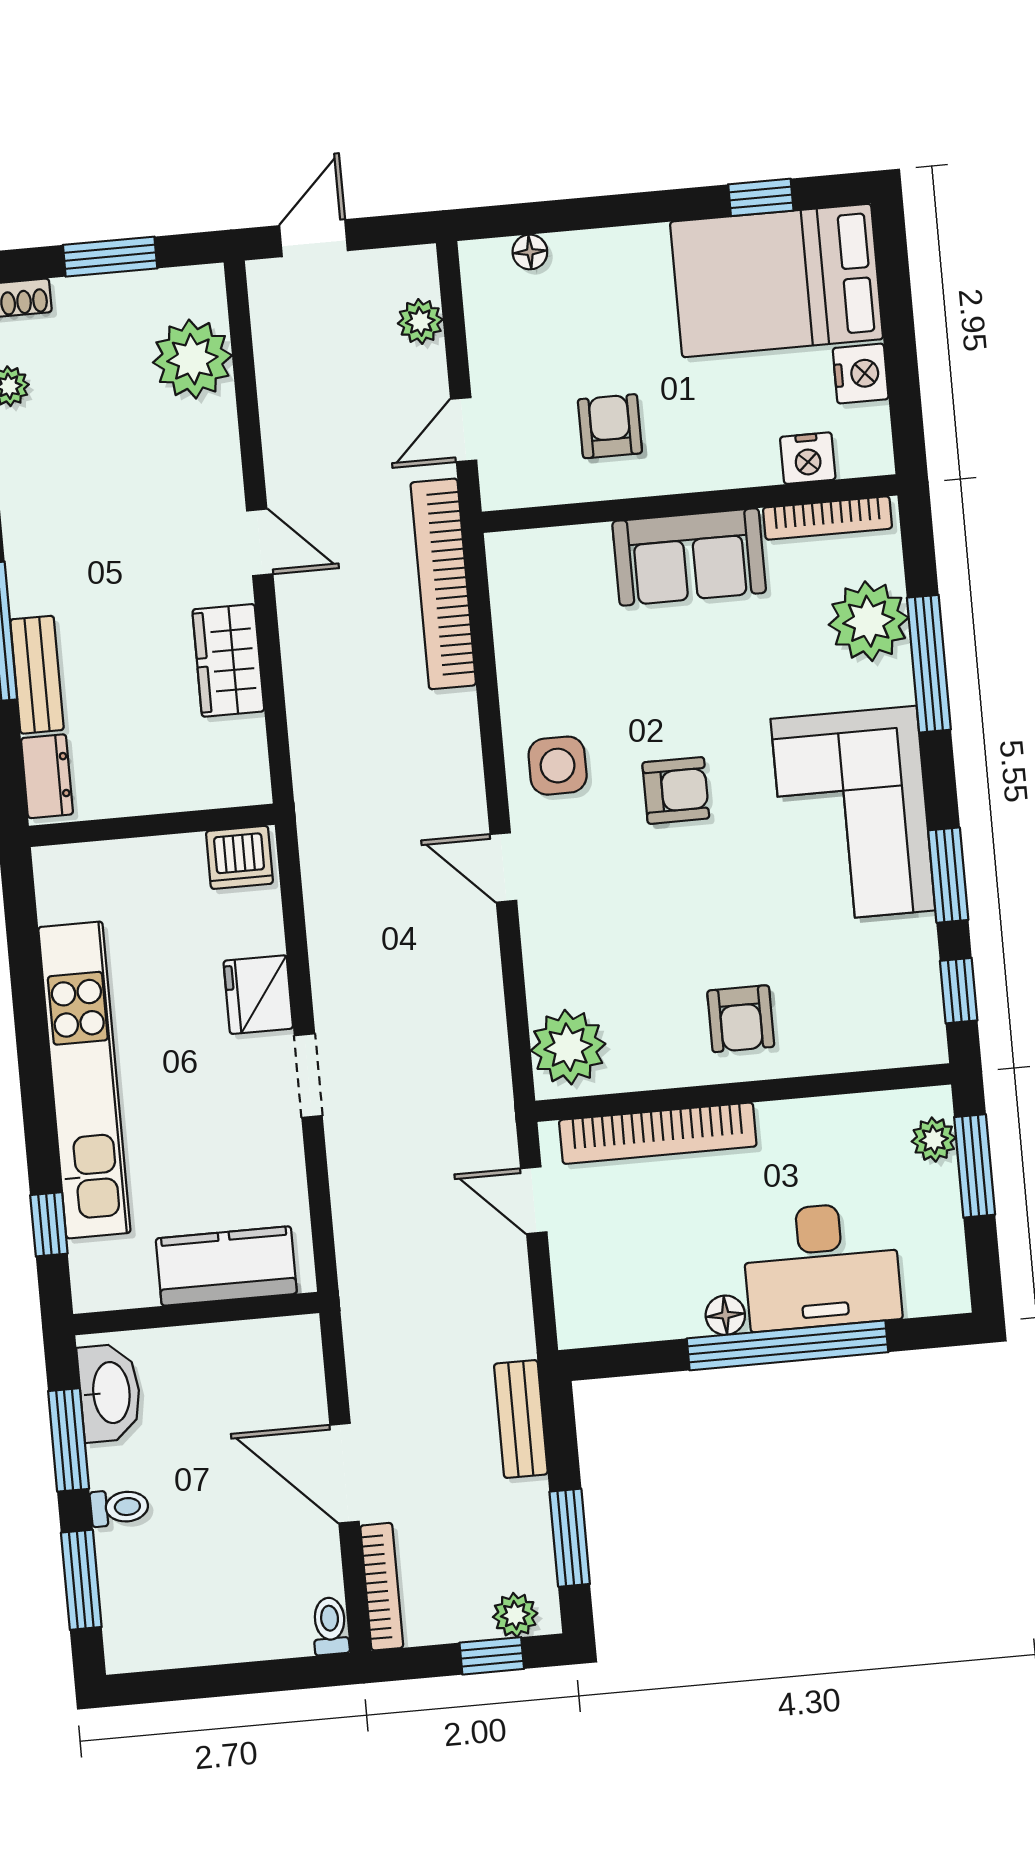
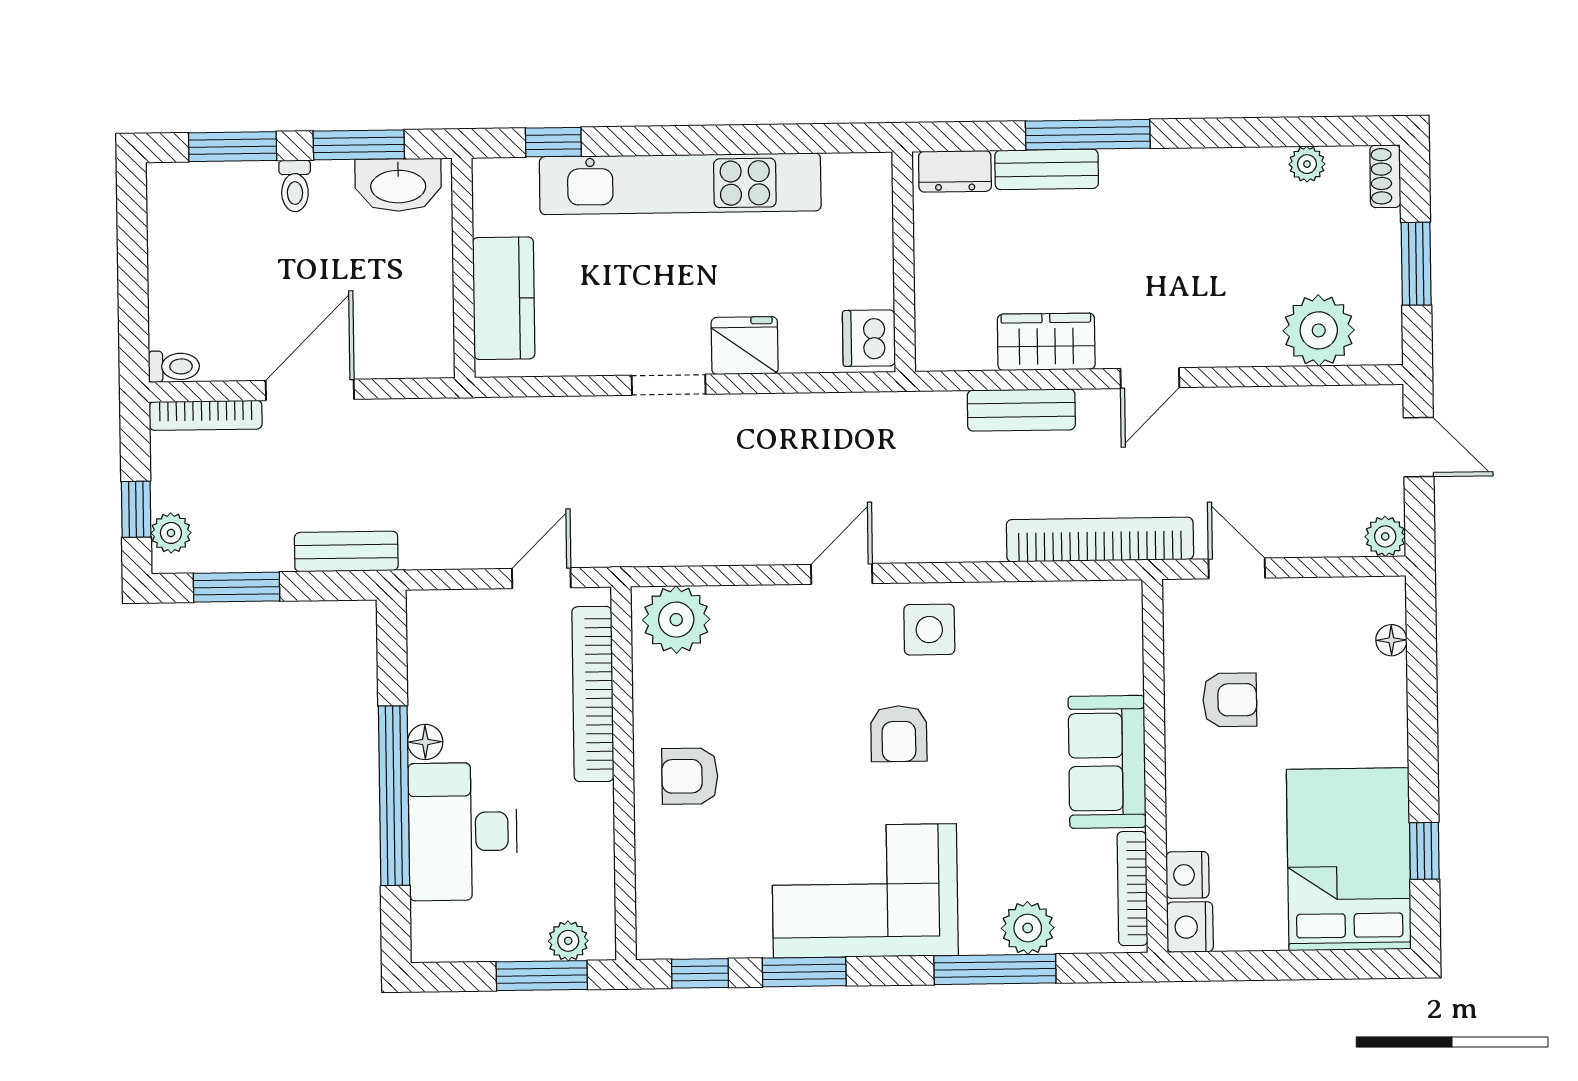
plant: (420, 321) -> (1385, 536), moved
nightstand: (861, 374) -> (1190, 927), moved, turned 90
plant: (869, 621) -> (1028, 928), width x0.73, depth x0.73
bench: (306, 682) -> (1021, 410), added

